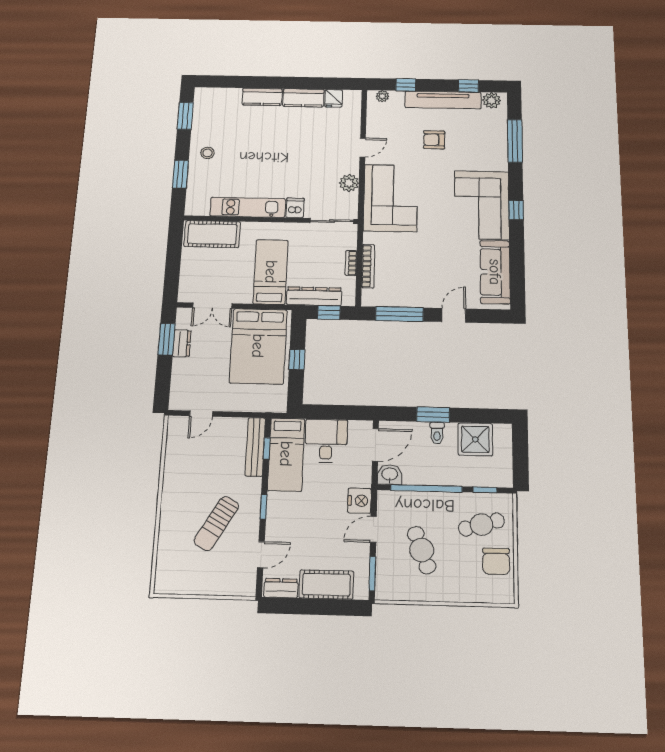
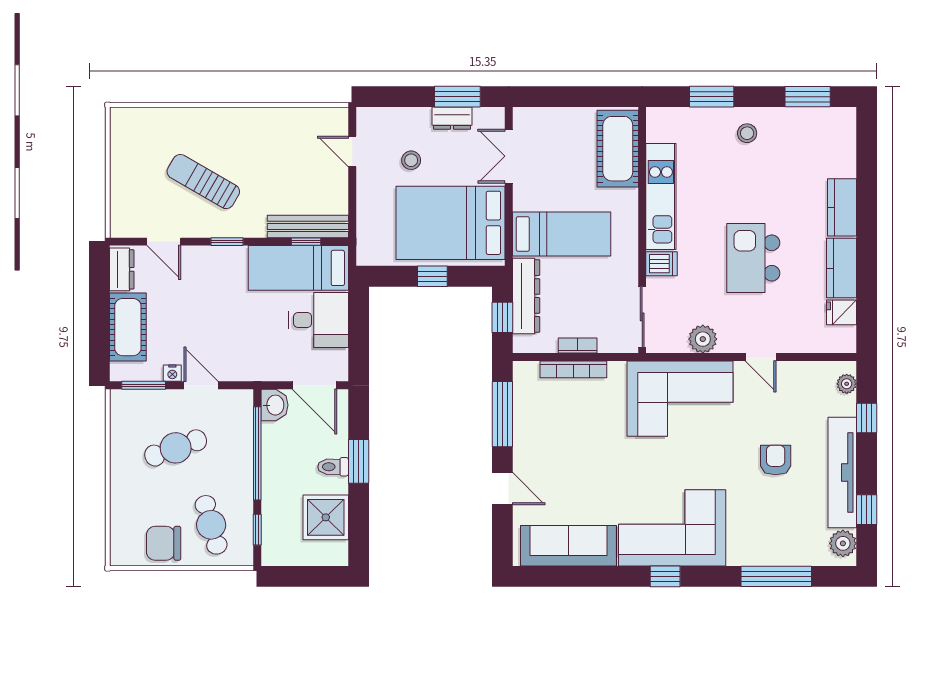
kitchen island: (294, 151) -> (753, 258), added
stool: (211, 372) -> (411, 160), added
nightstand: (360, 501) -> (172, 373), moved, width x0.53, depth x0.56

